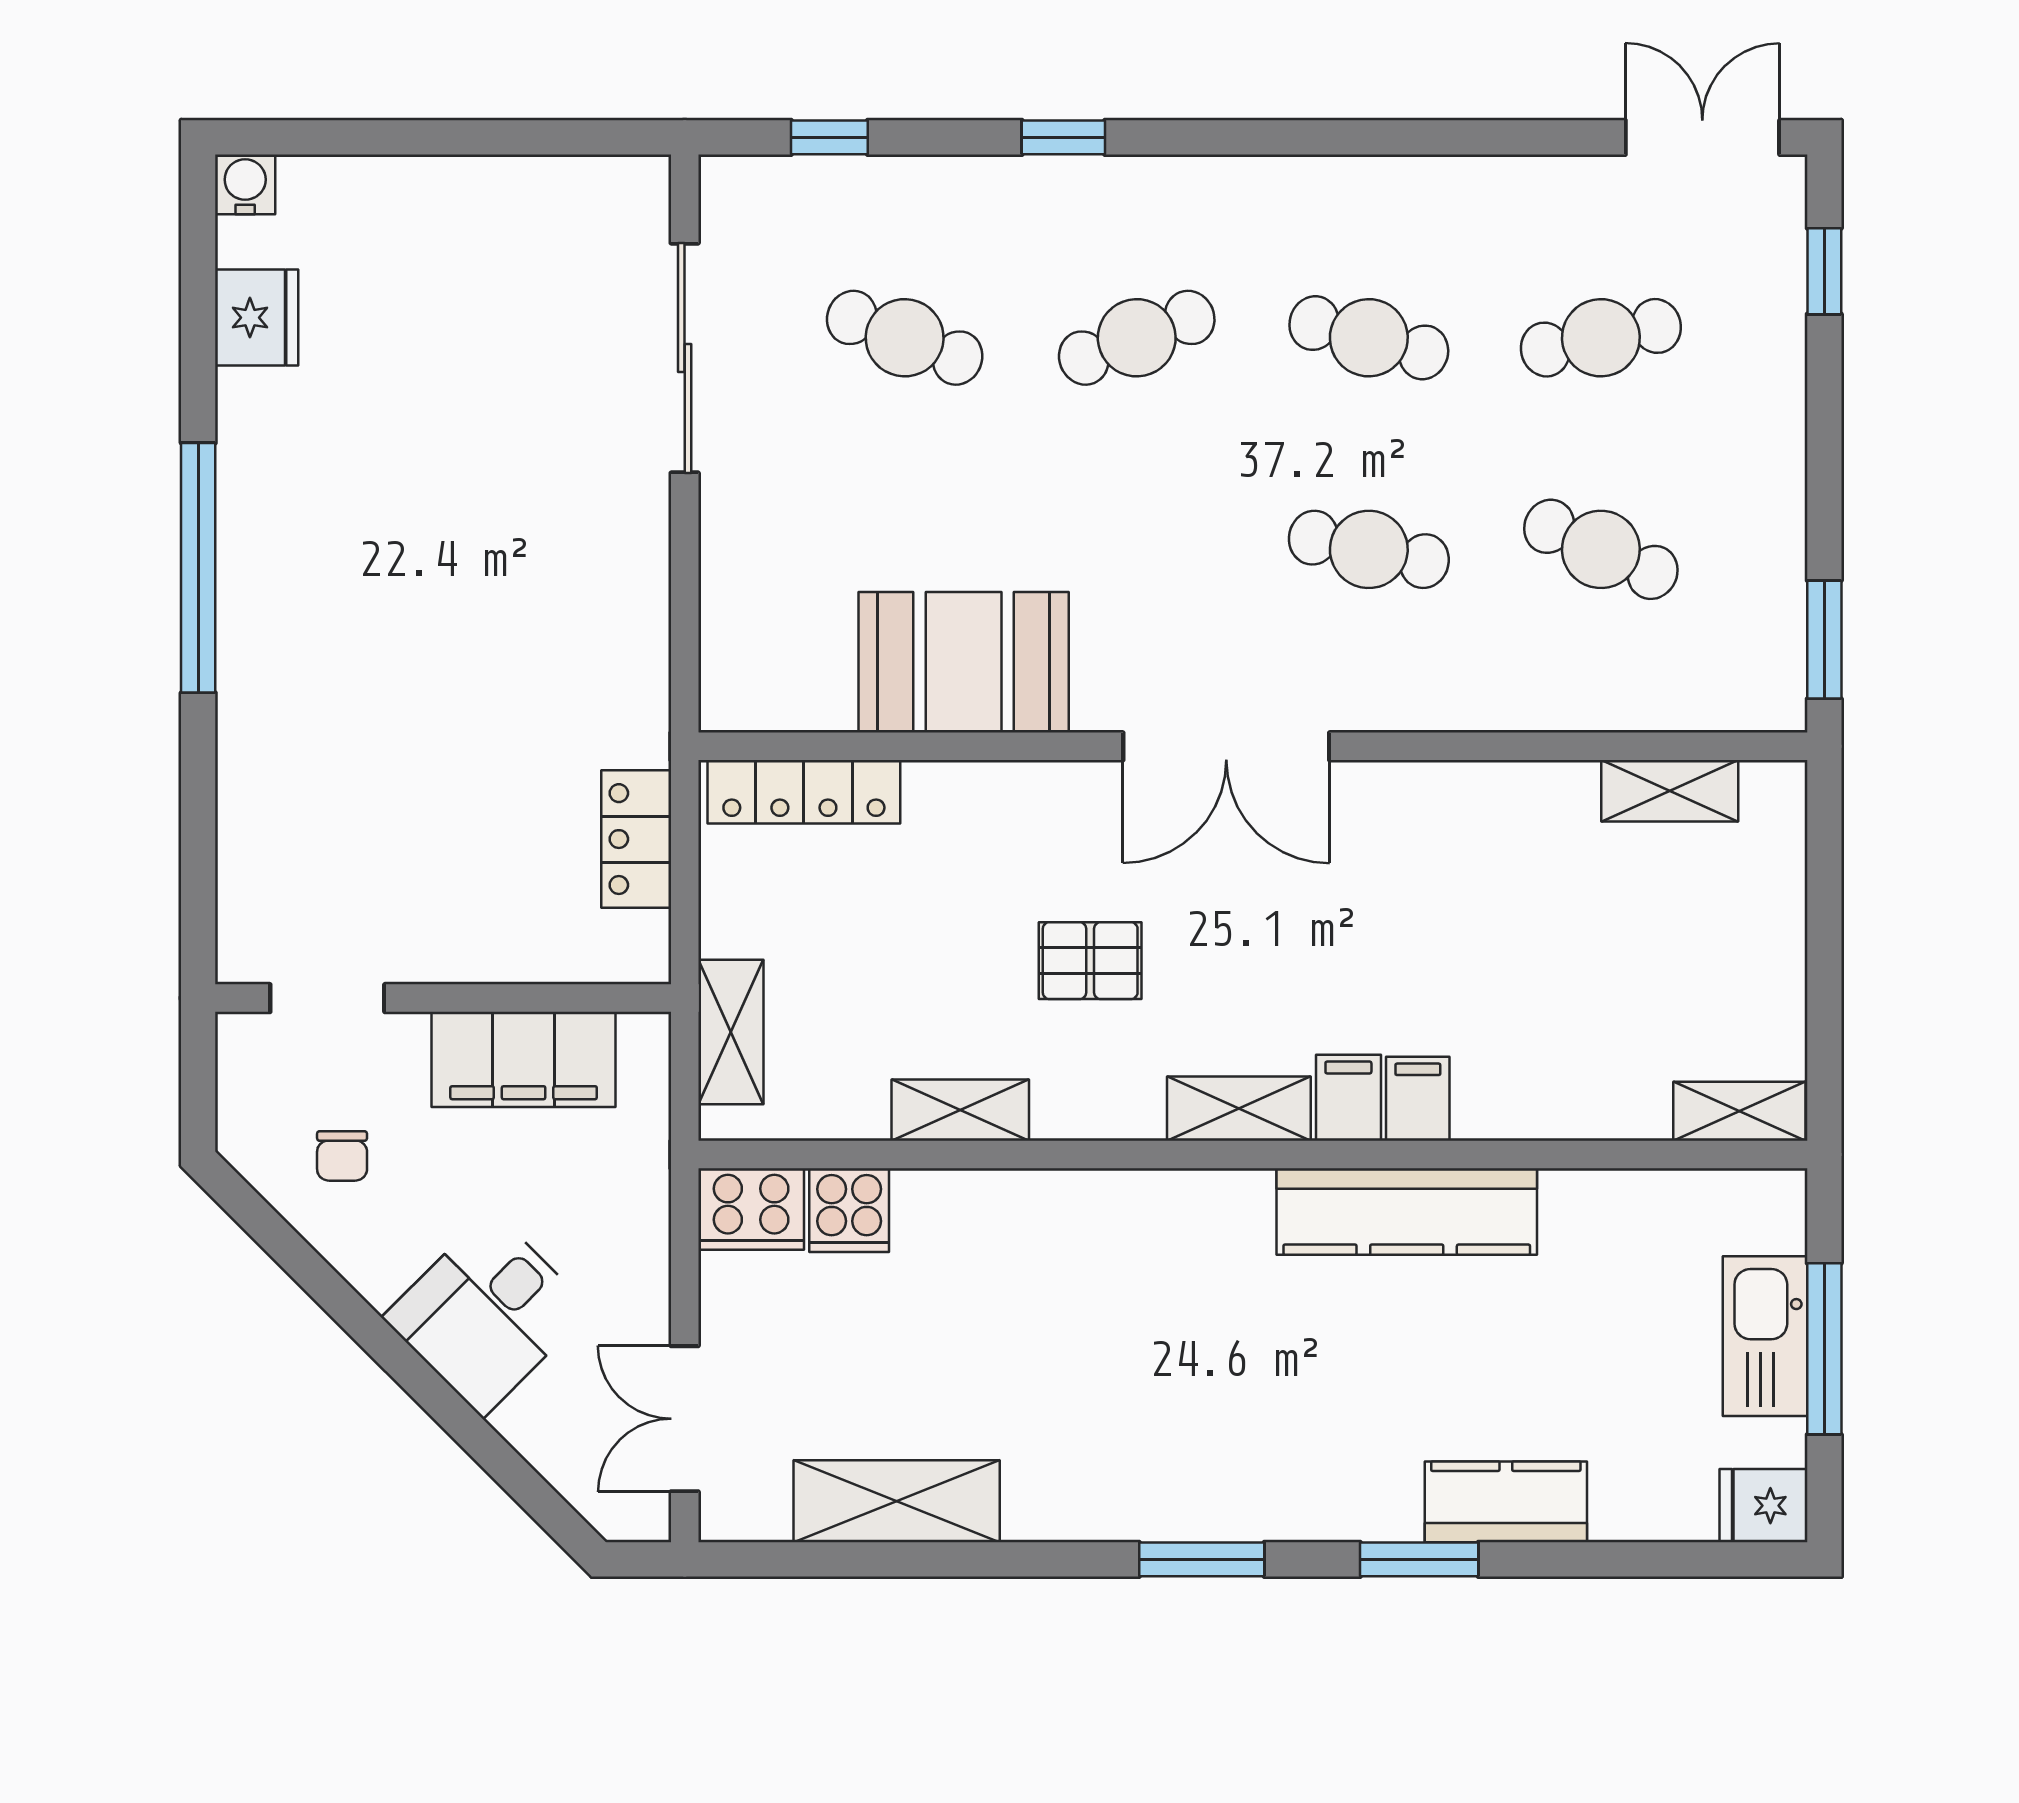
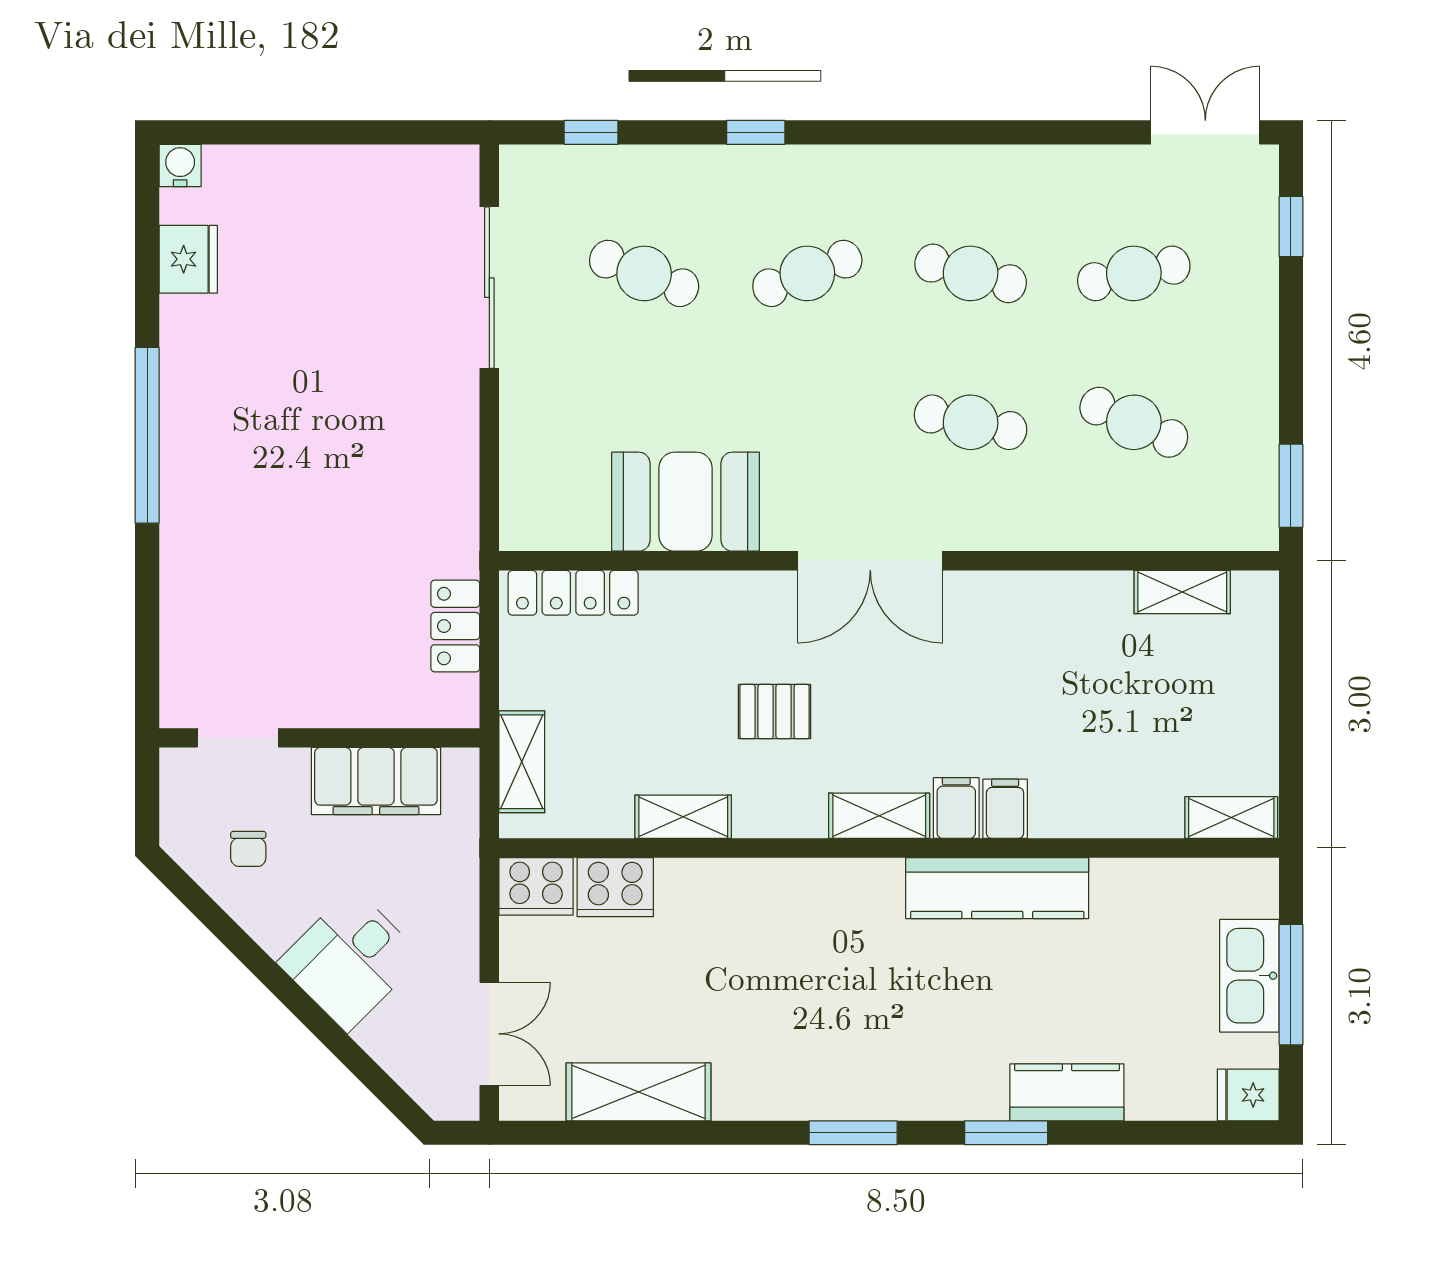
cooker: (849, 1210) -> (615, 887), width x1.36
double door: (685, 1419) -> (489, 1034), swing flipped

